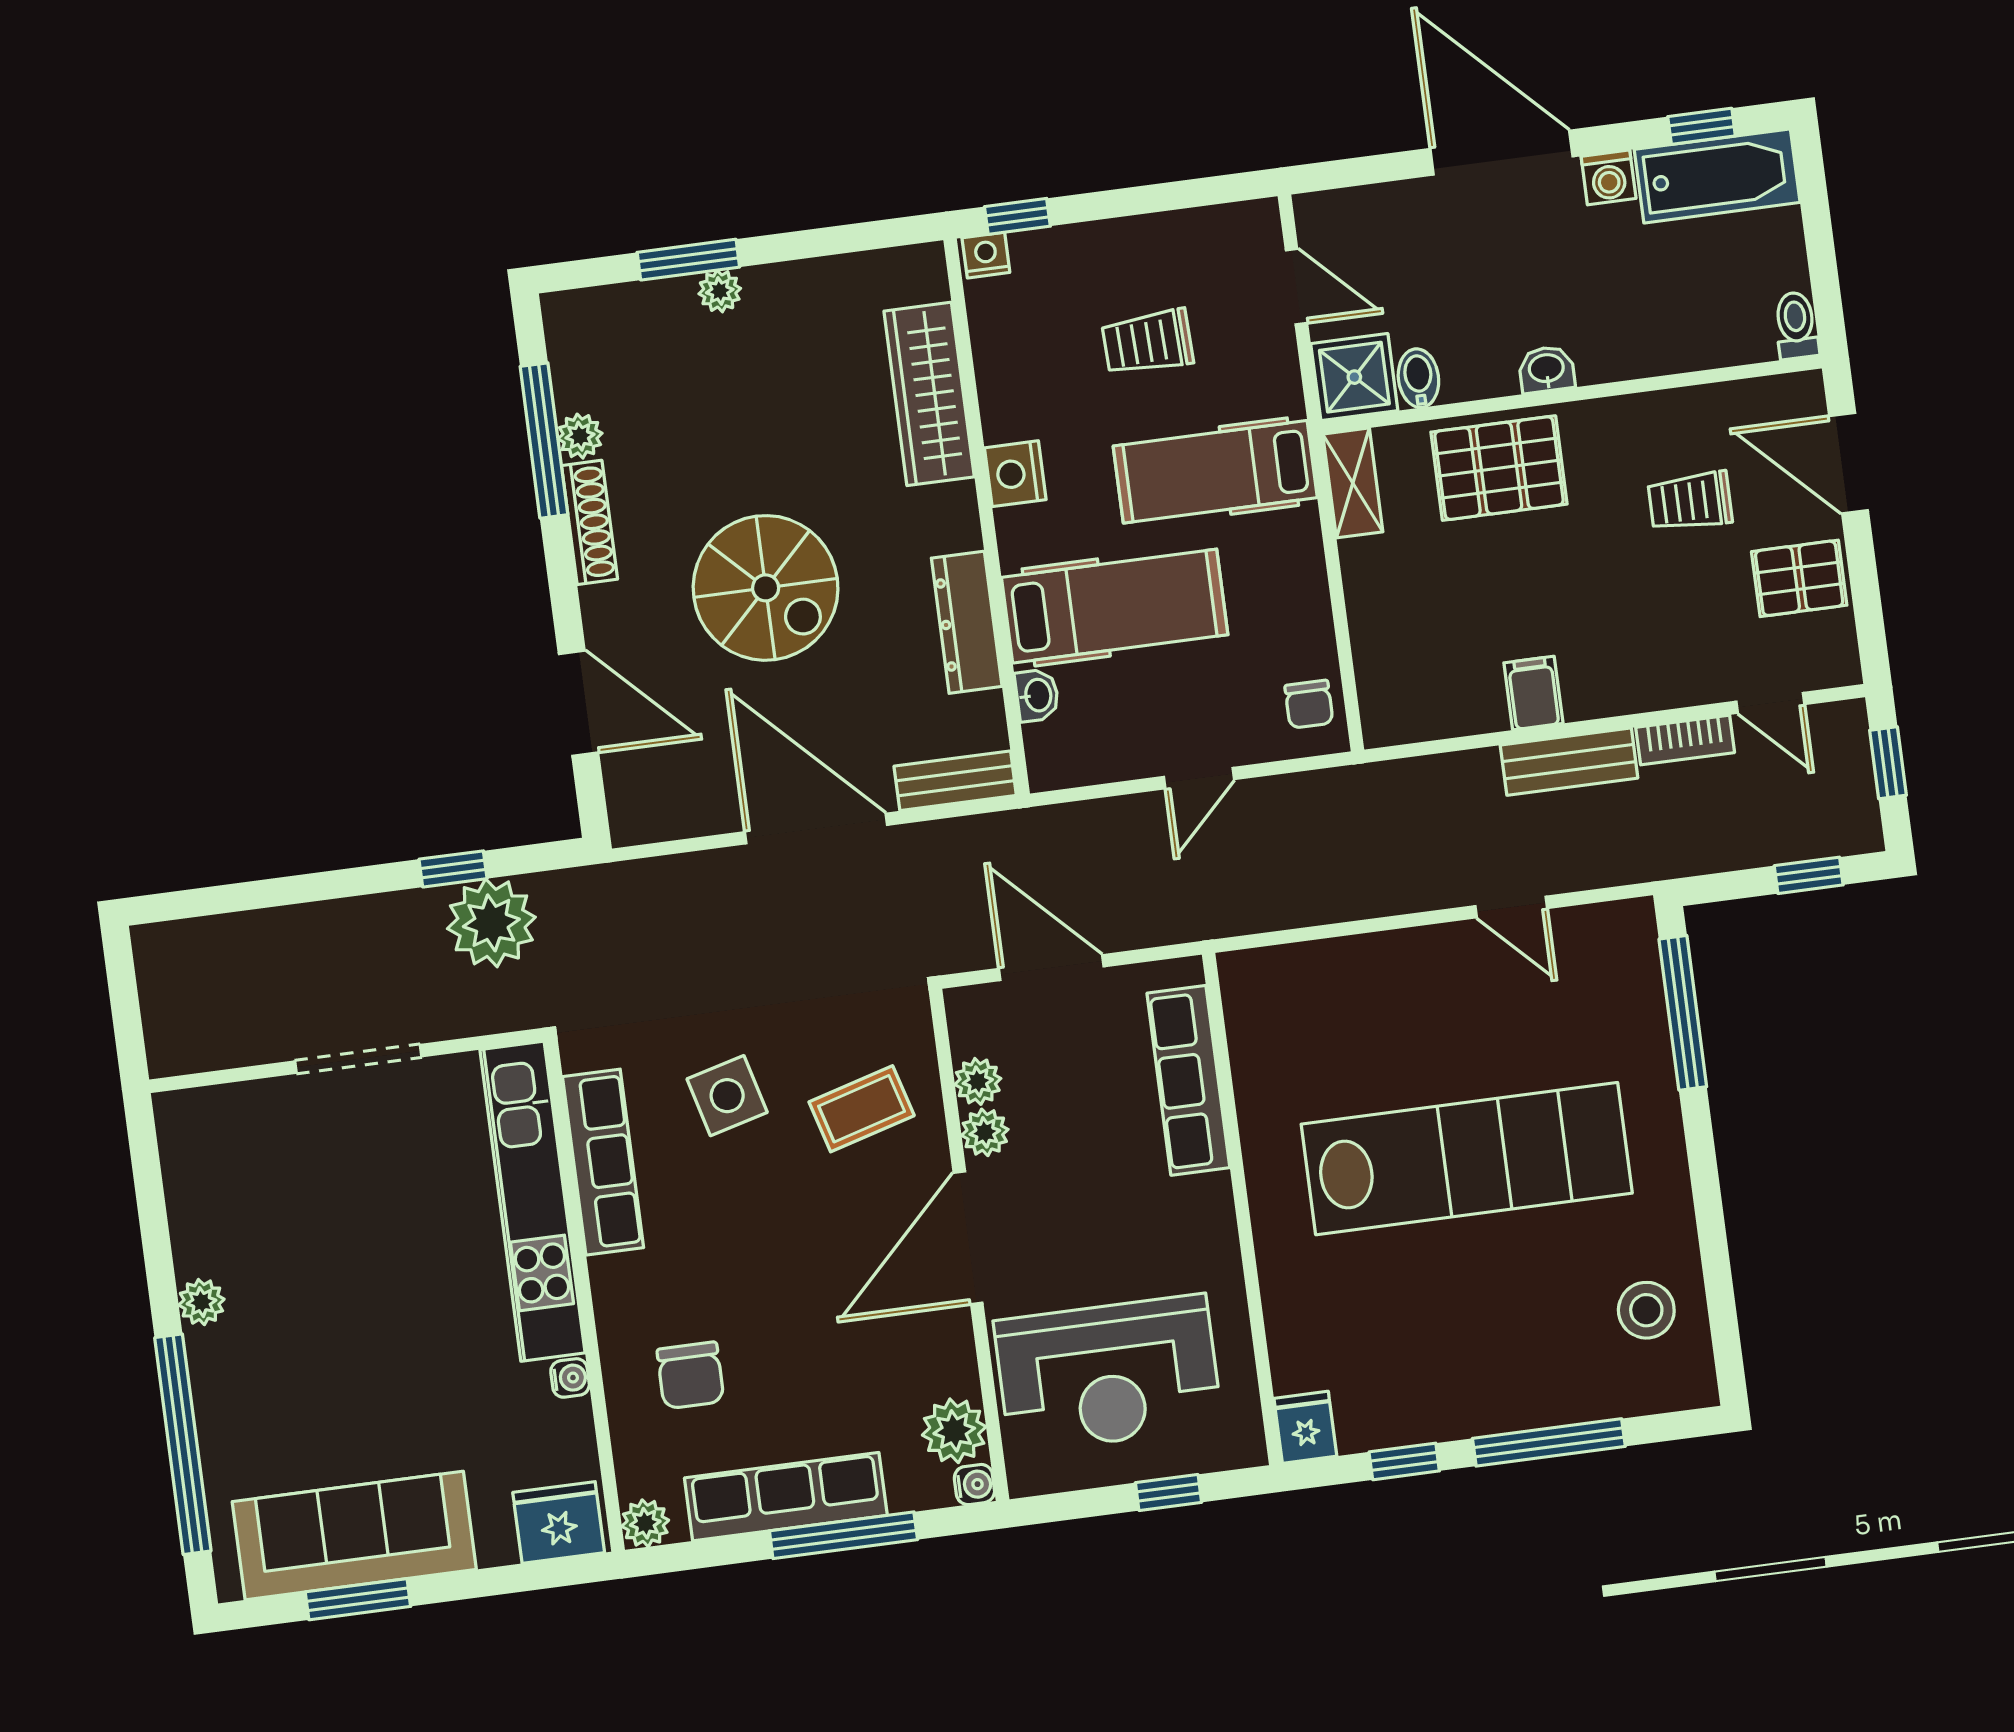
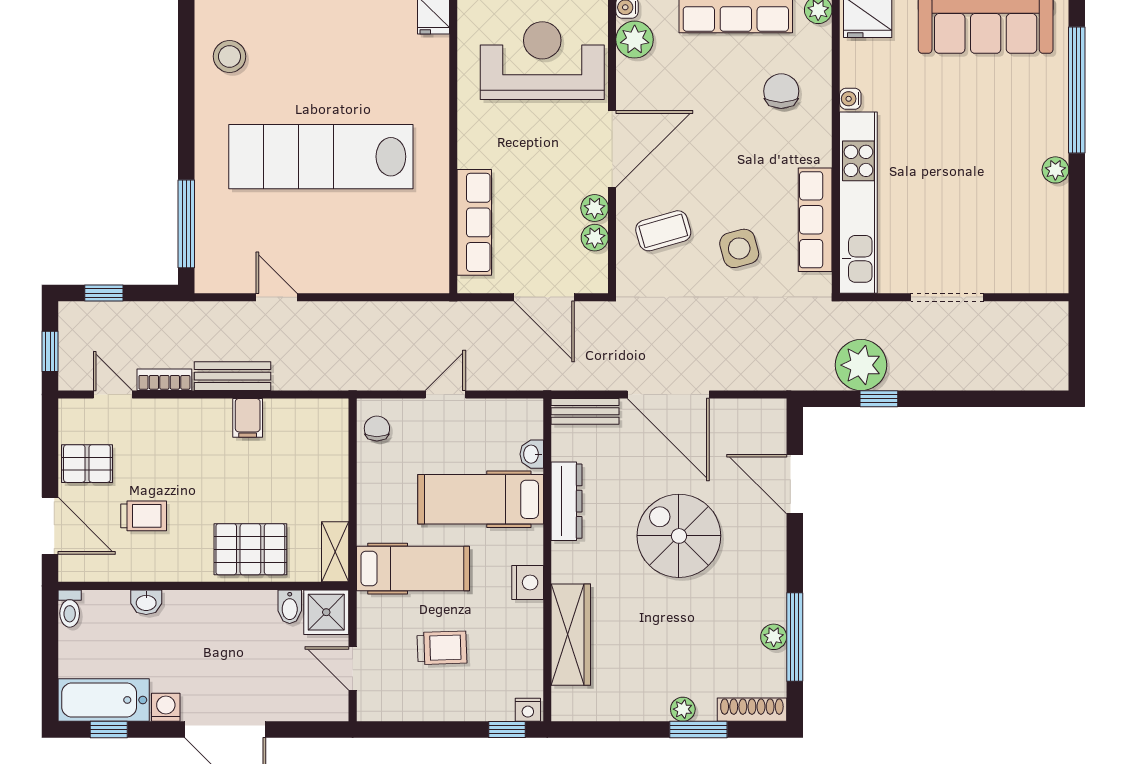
washbasin: (1546, 369) -> (146, 602), moved
shoe rack: (589, 522) -> (752, 710), moved, turned 90

